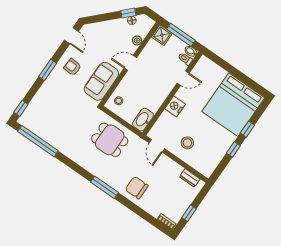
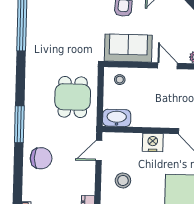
chair: (137, 188) -> (41, 158), turned 90

